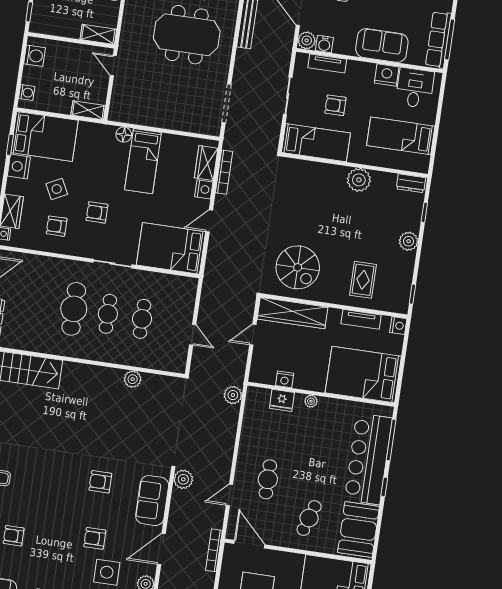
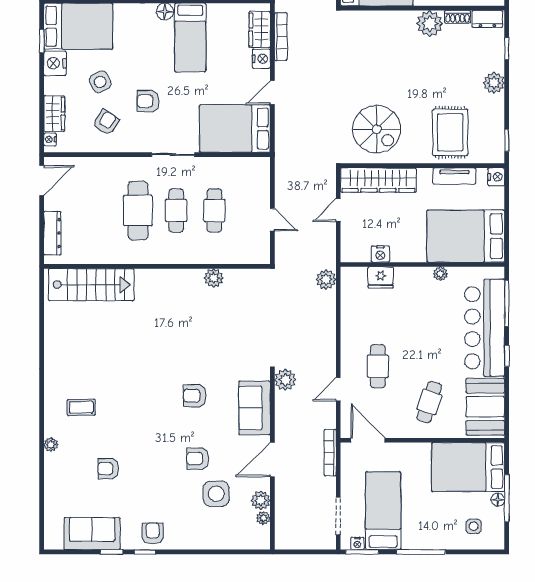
shoe rack: (385, 177) -> (457, 17), added
armchair: (57, 226) -> (106, 122), turned 123
rug: (363, 280) -> (450, 132), width x1.36, depth x1.43
plant: (311, 401) -> (440, 274), moved

